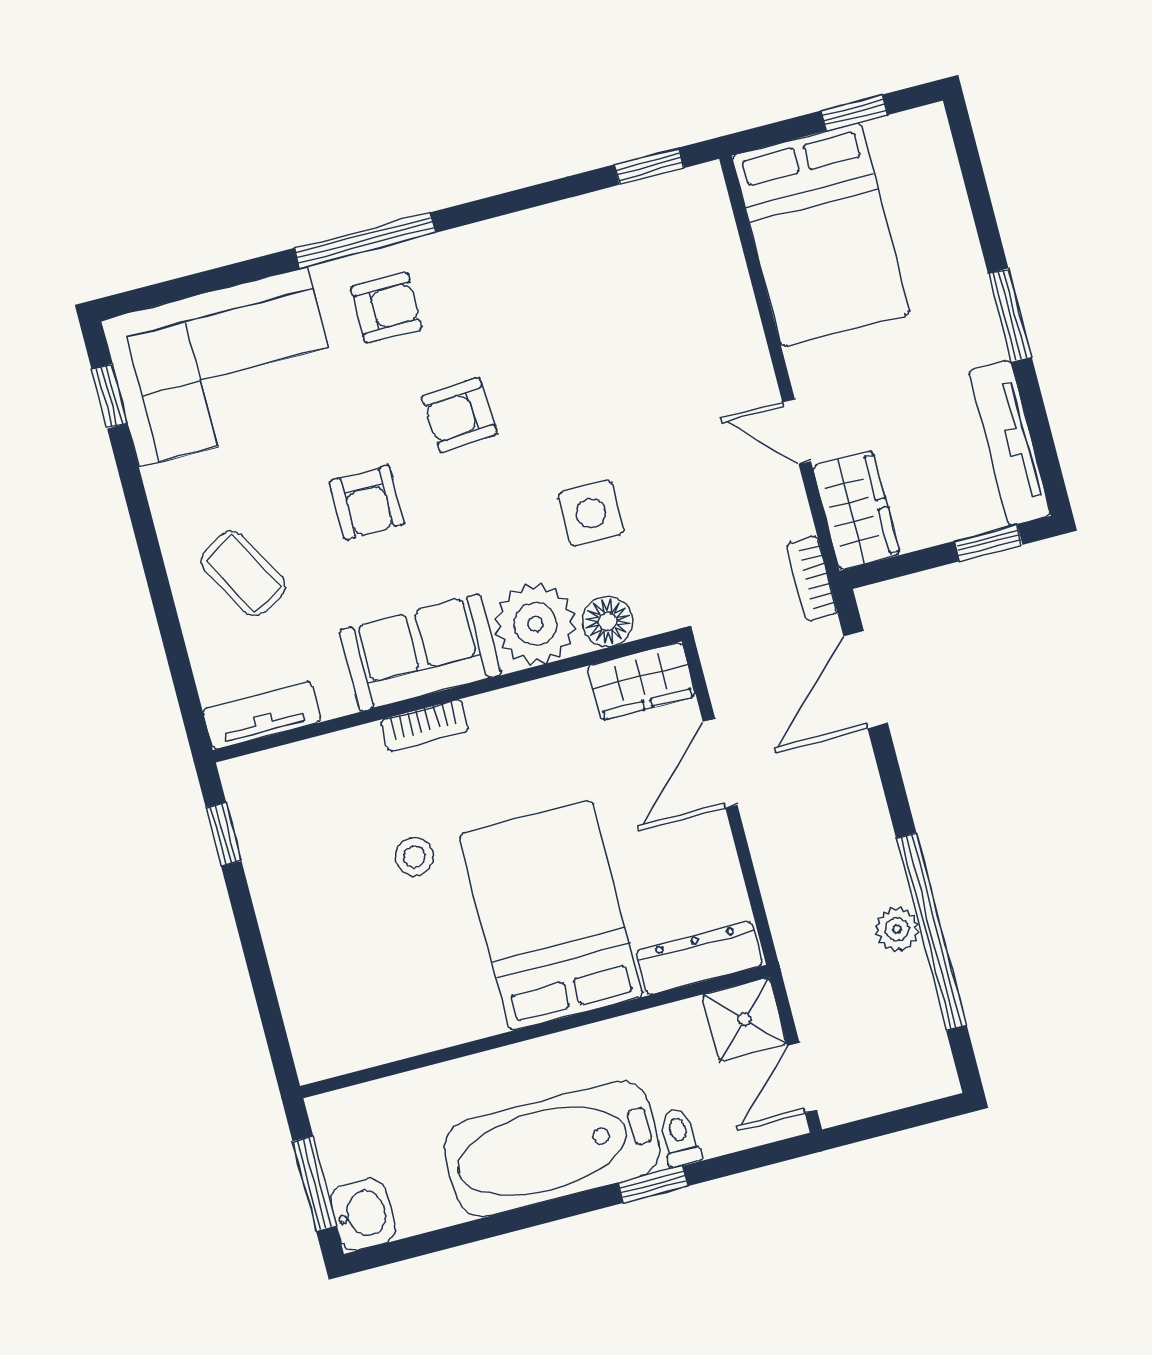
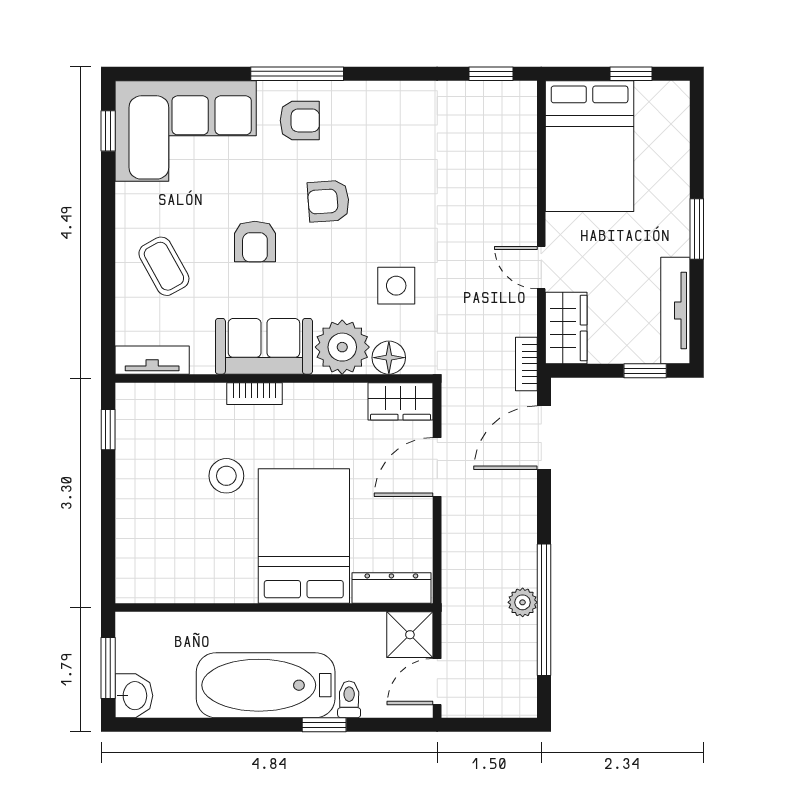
stool: (415, 857) -> (226, 476), width x1.37, depth x1.37

